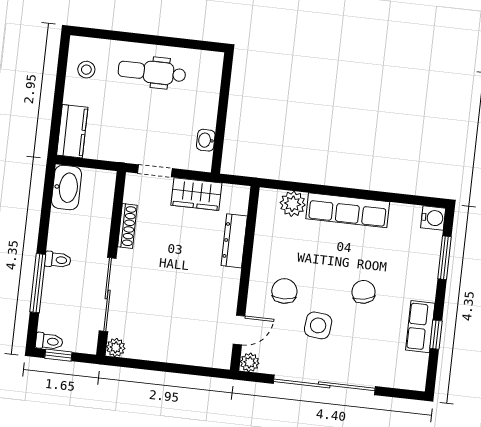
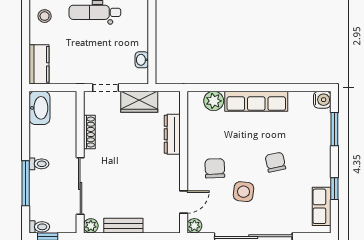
row of seats: (420, 327) -> (322, 206), moved
bench: (158, 352) -> (123, 226), added

